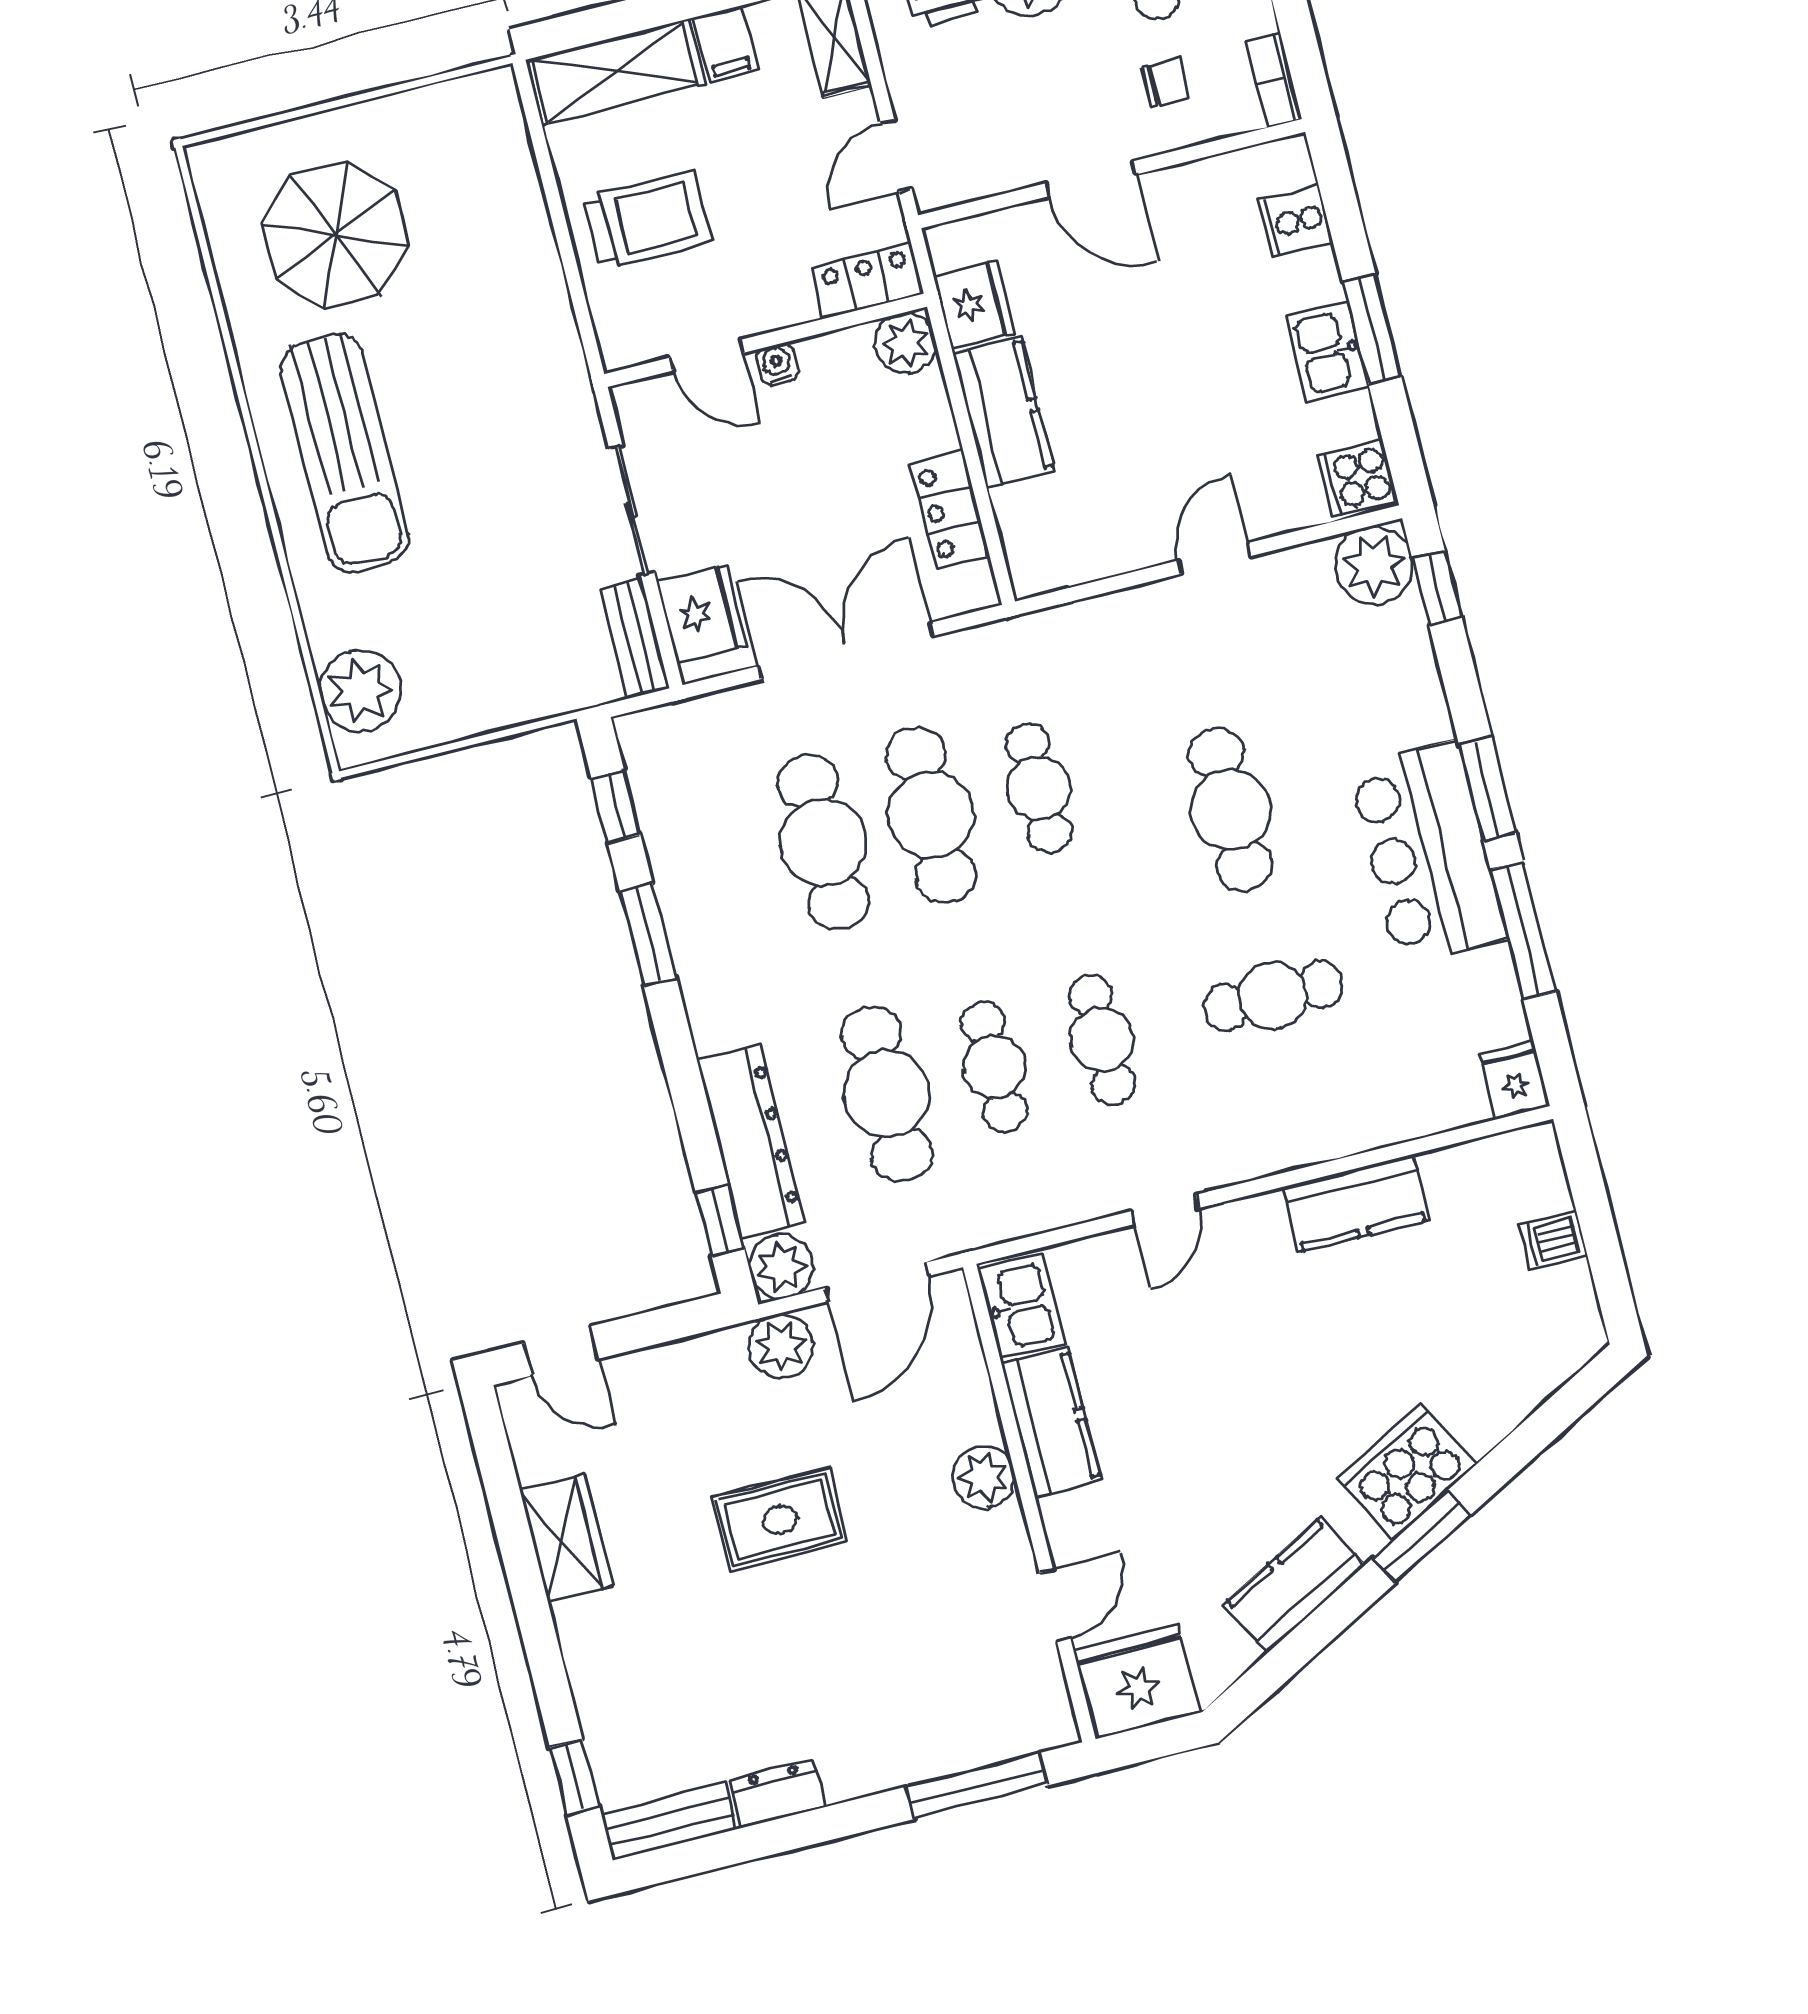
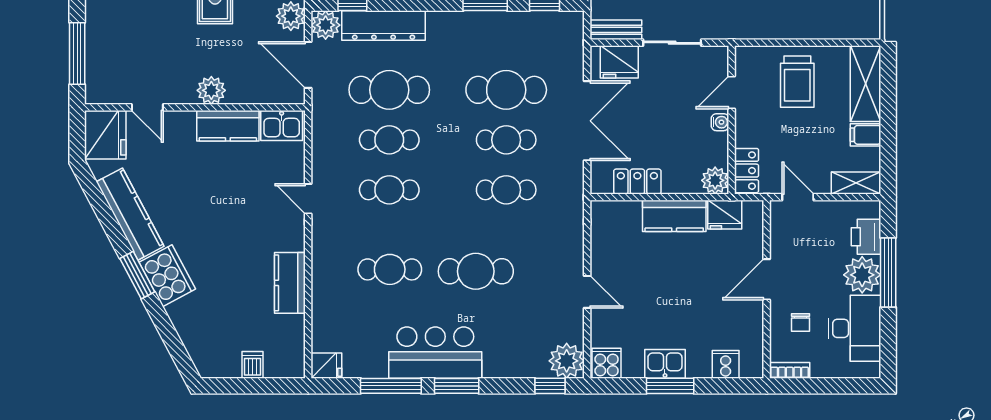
cafe table: (931, 815) -> (506, 140), width x0.73, depth x0.74
cafe table: (1273, 996) -> (390, 269), turned 90
kitchen counter: (1294, 1585) -> (130, 214), width x1.50

